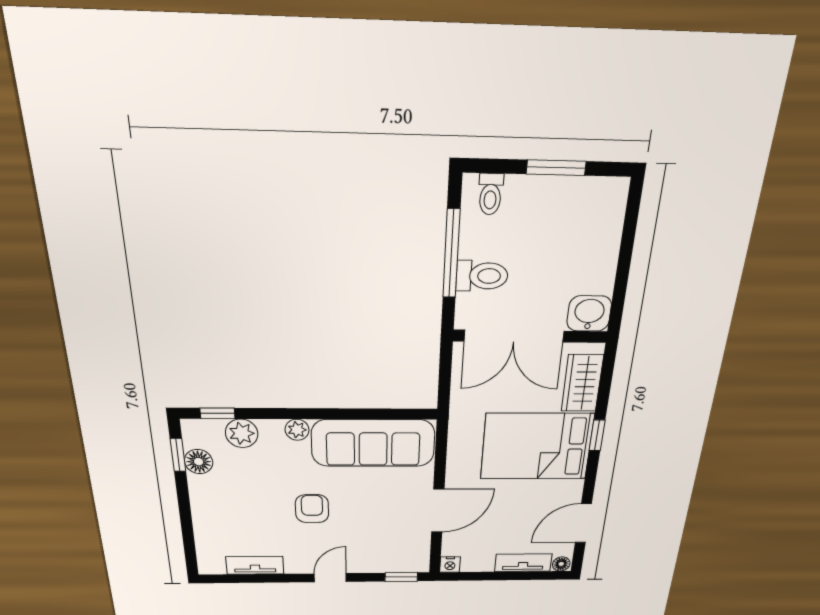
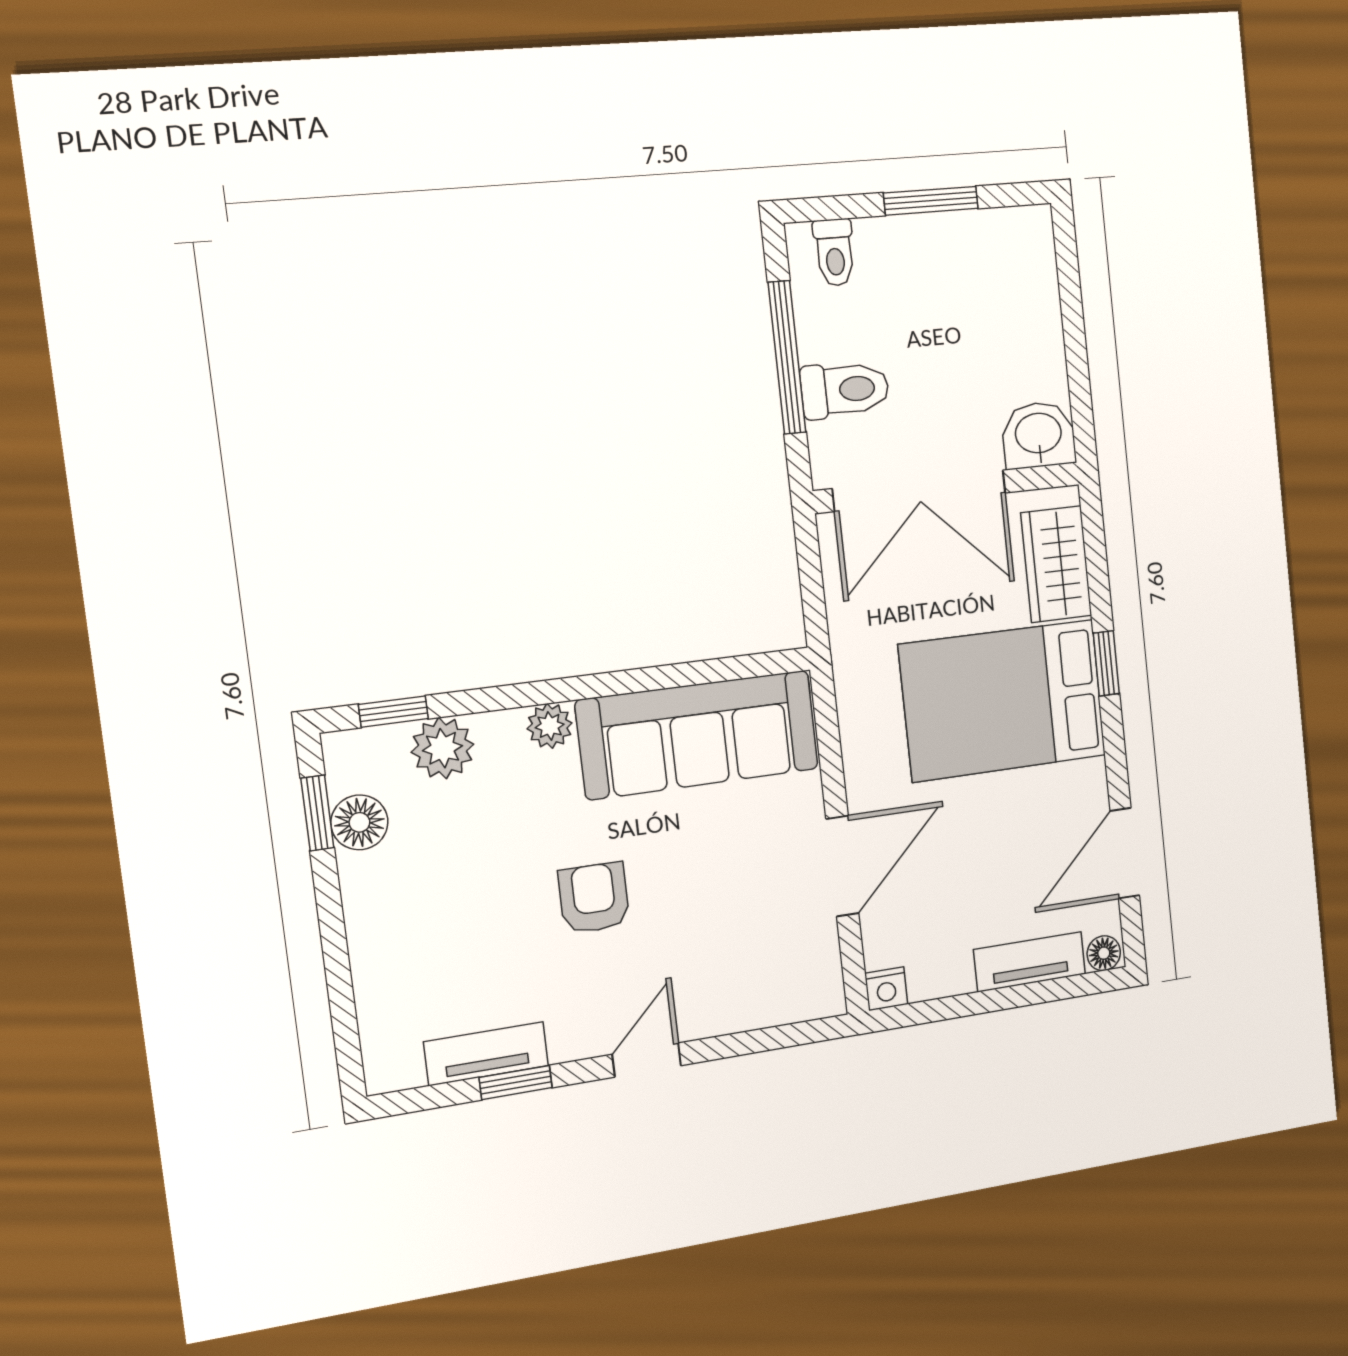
window: (401, 577) -> (516, 1083), moved

